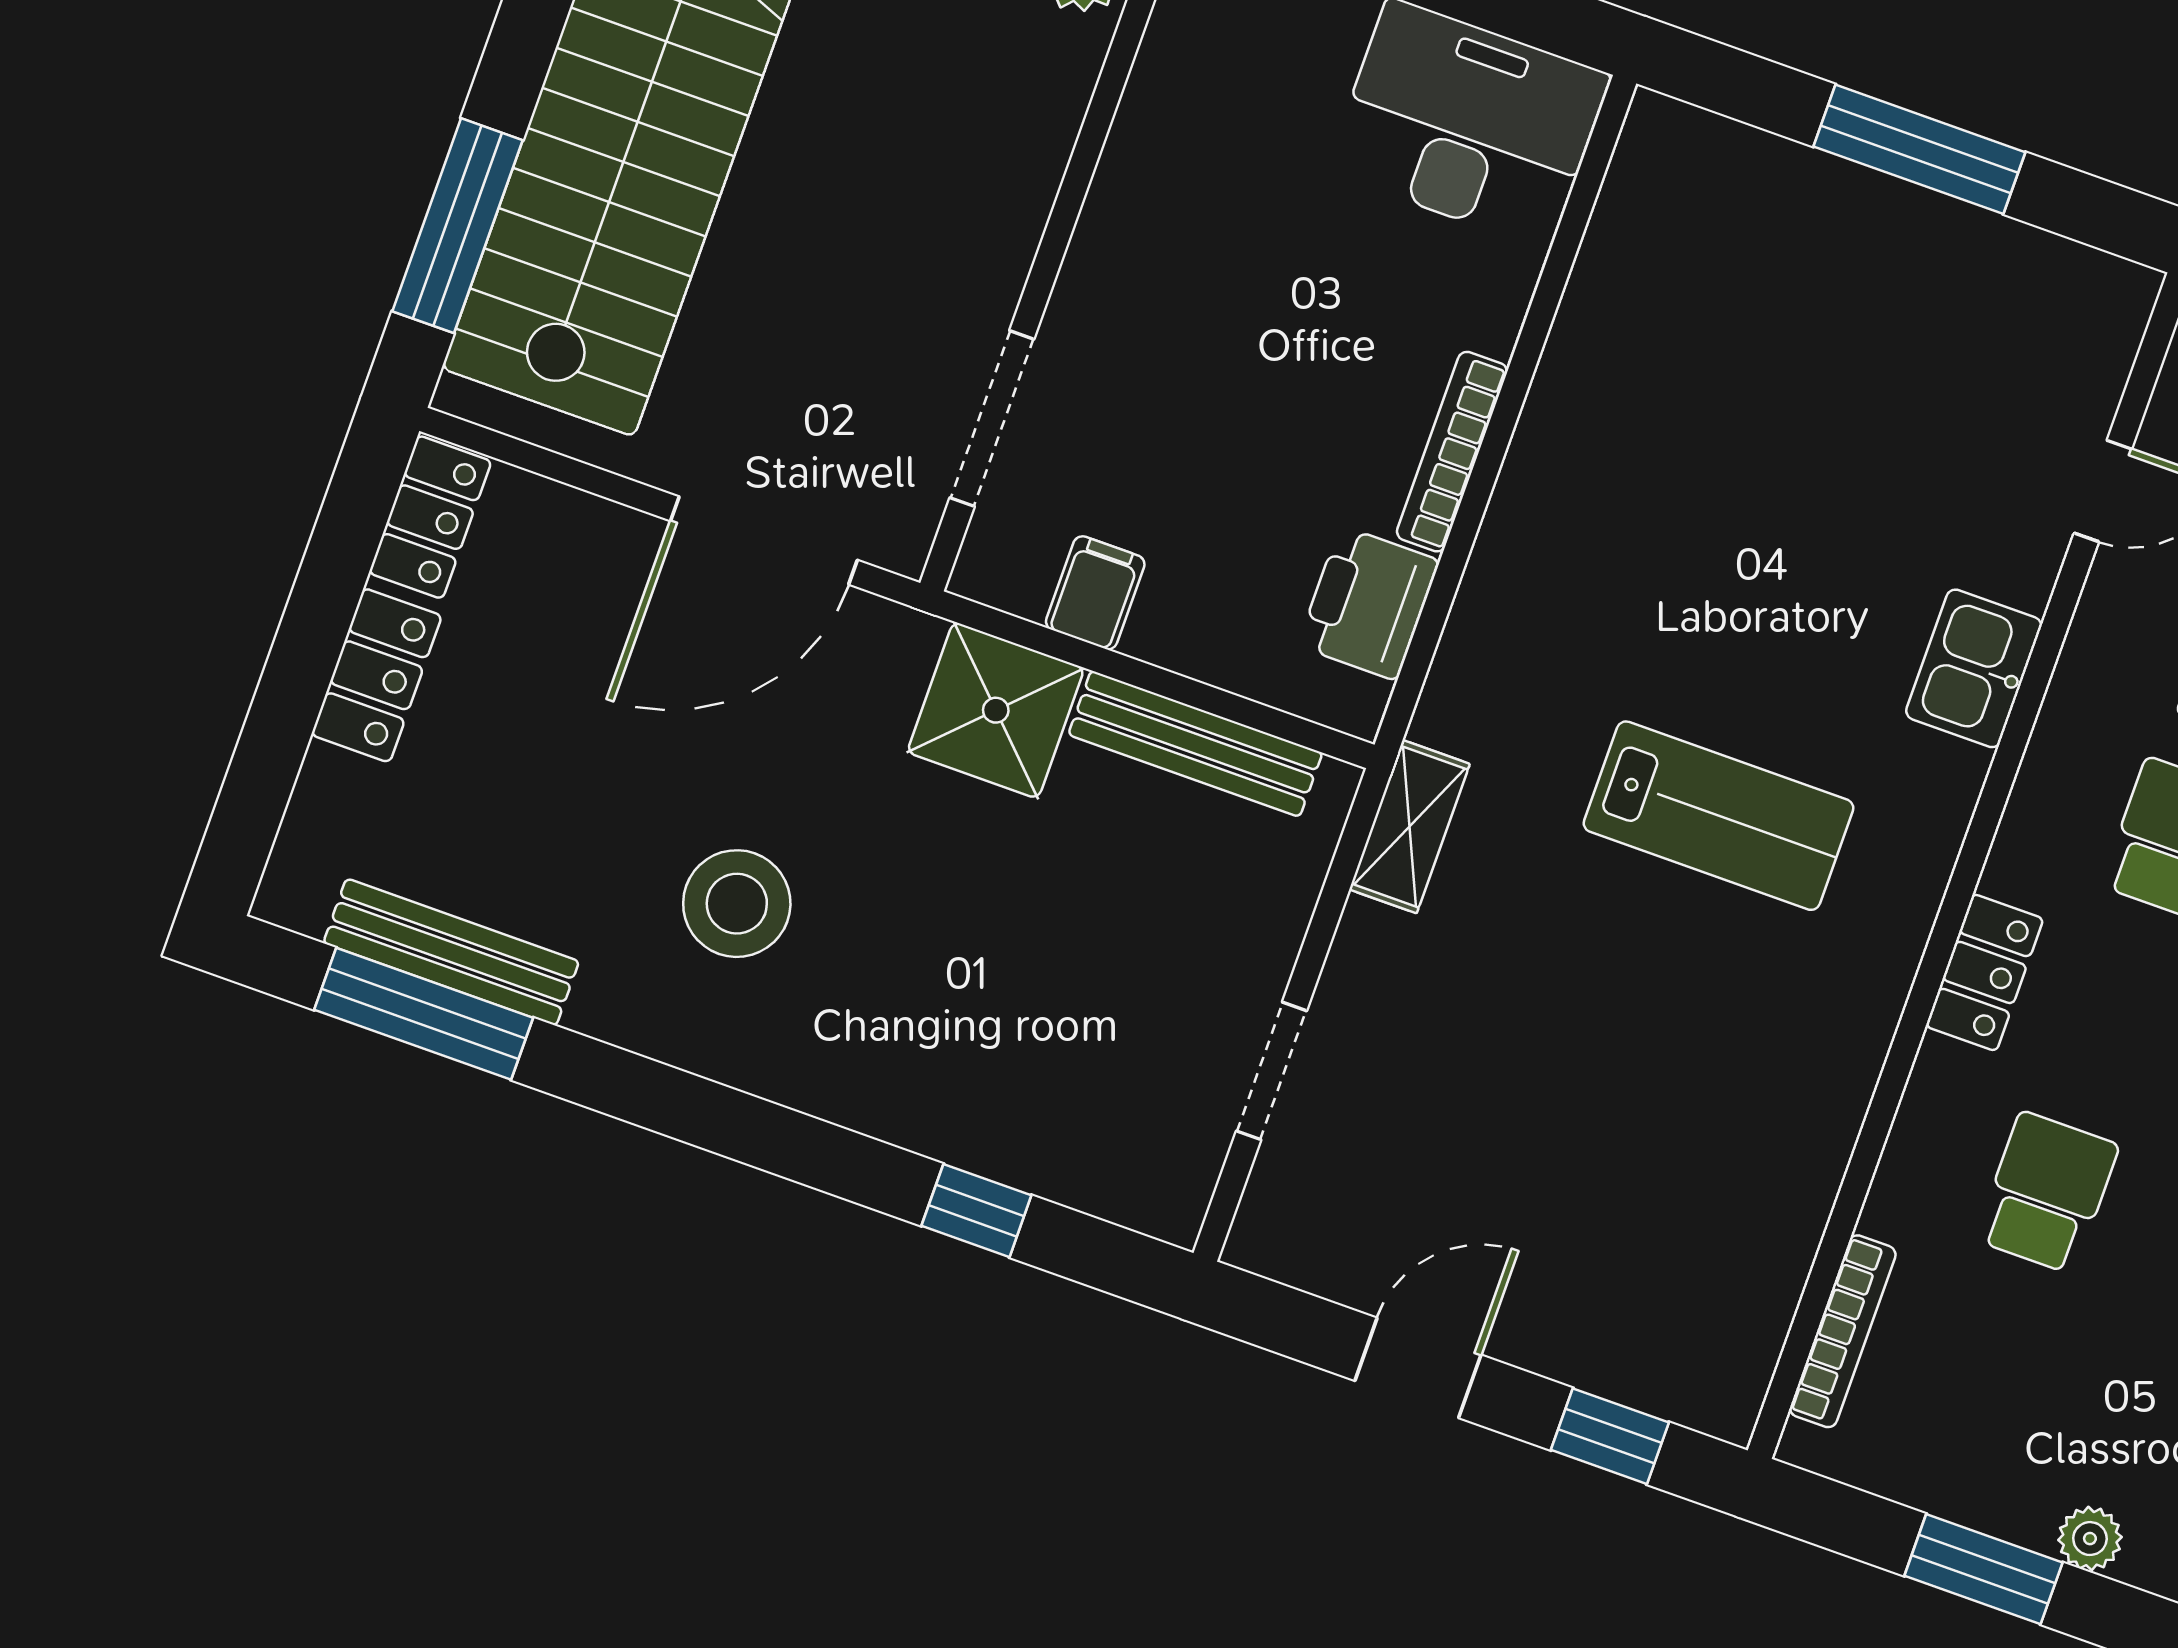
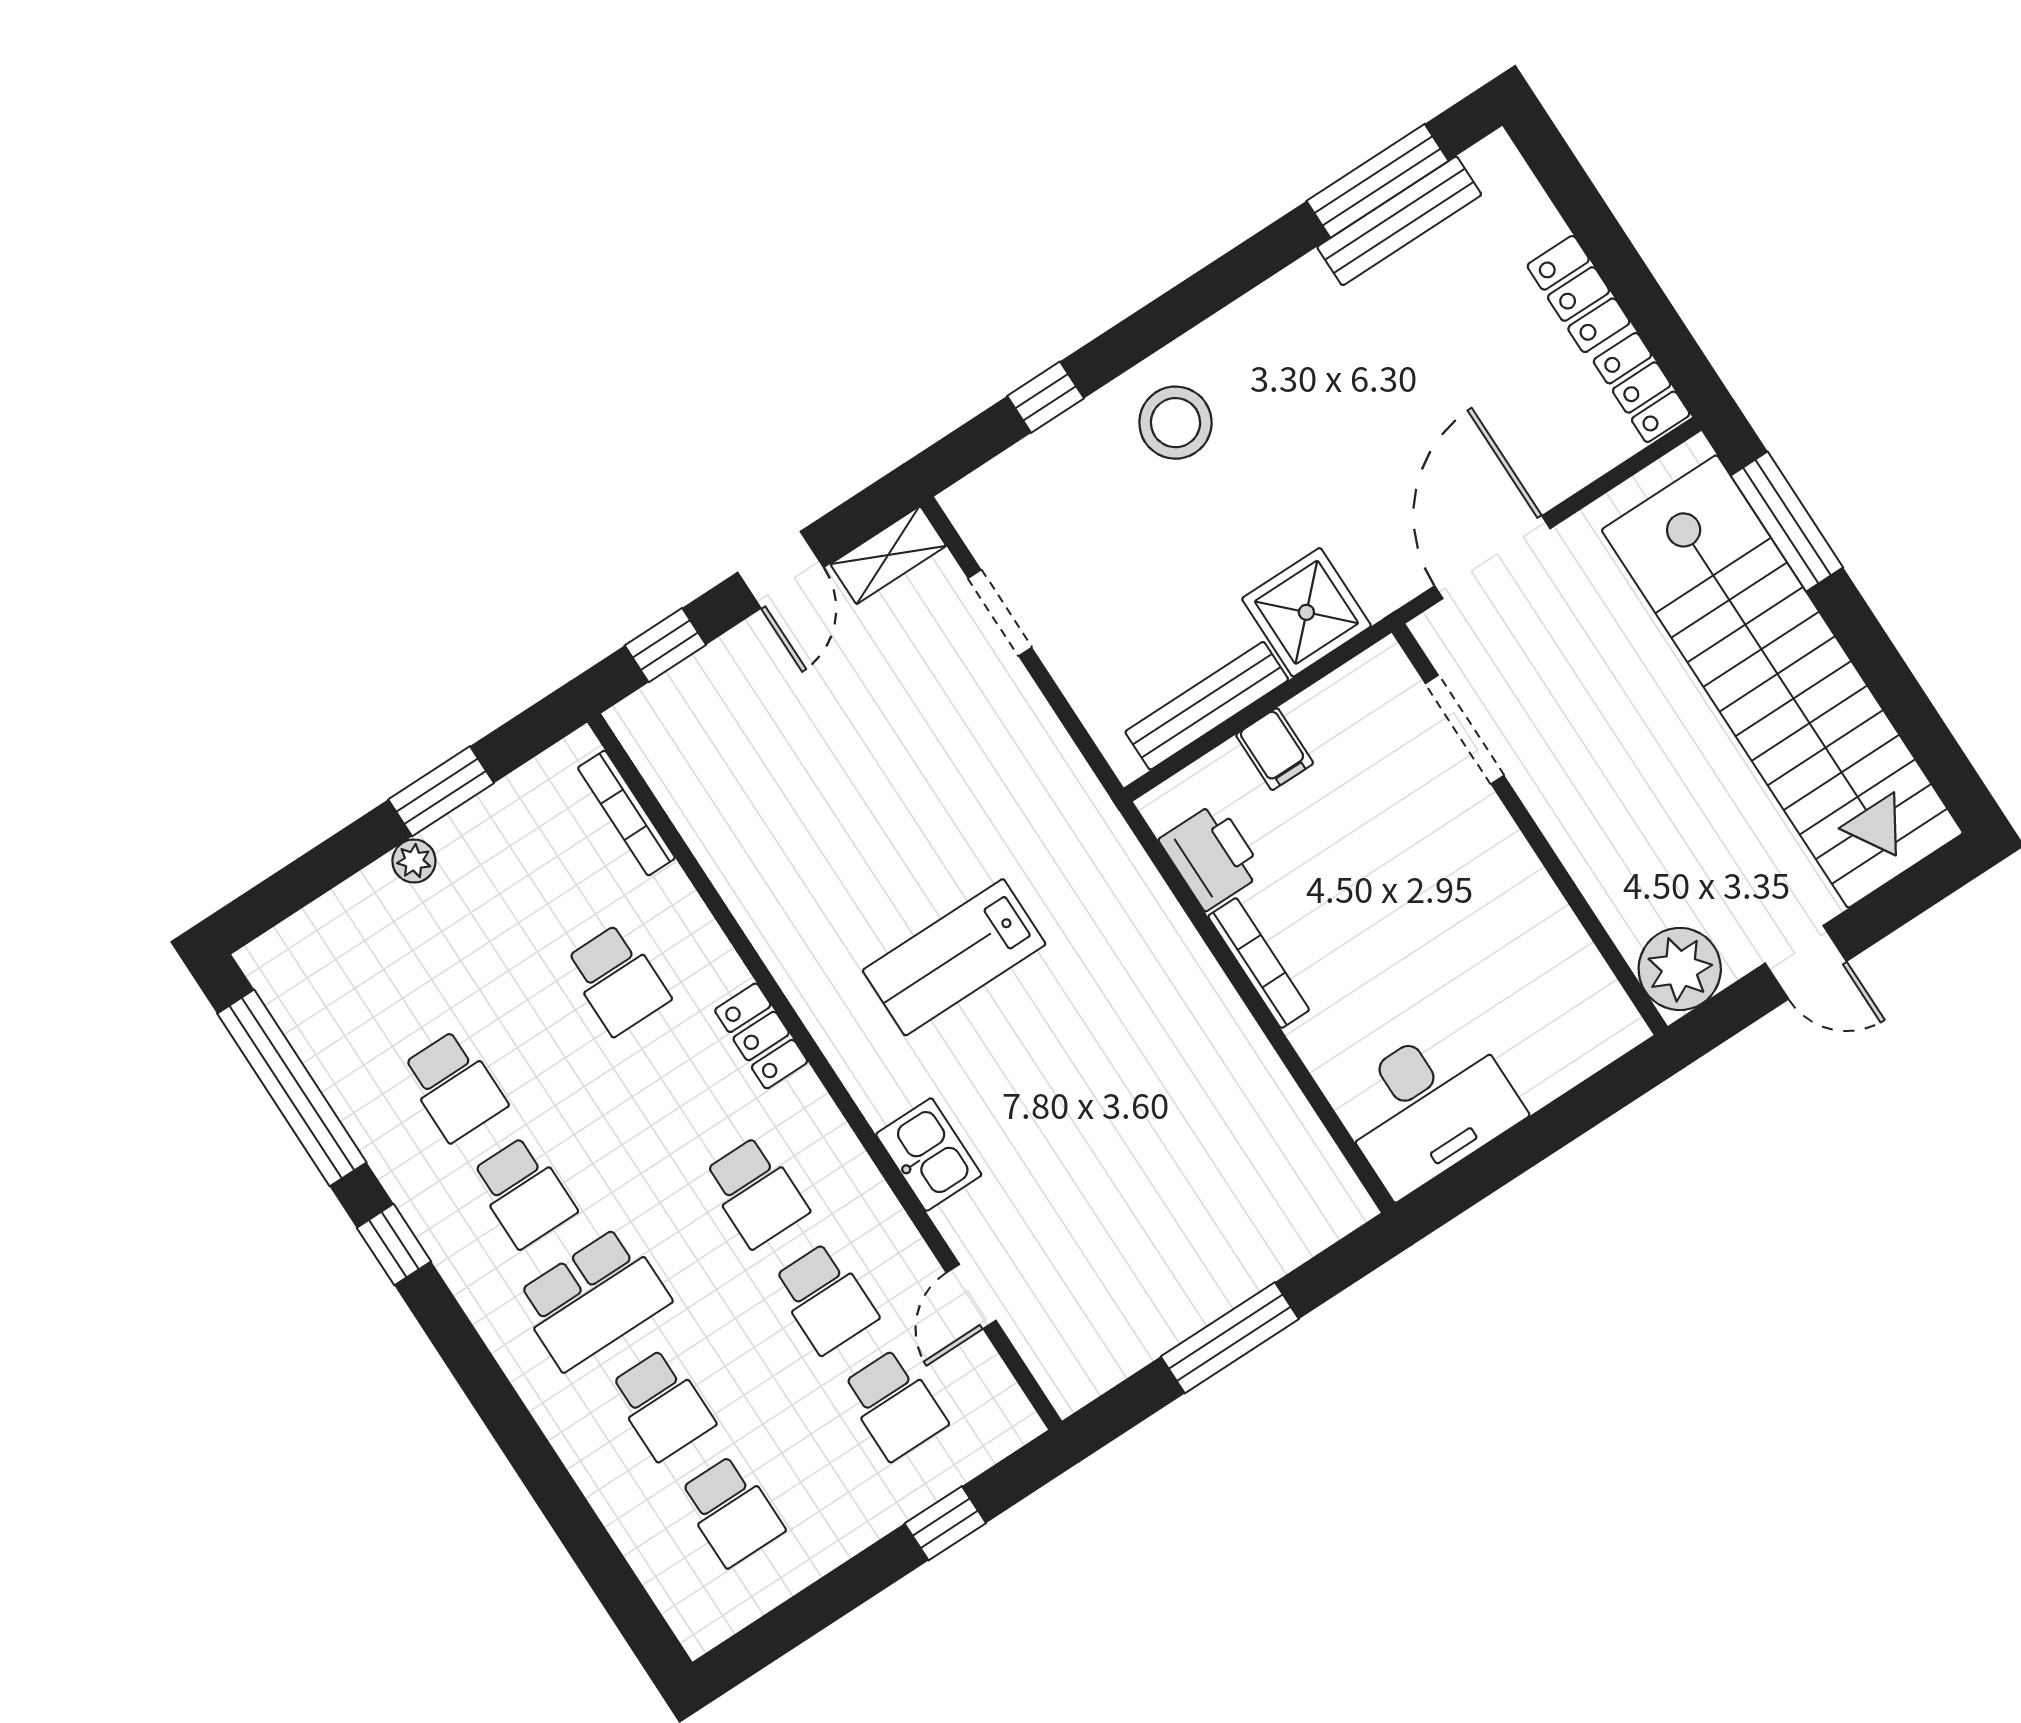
filing cabinet: (1095, 593) -> (1275, 749), moved
shelving: (1410, 827) -> (888, 555), moved, turned 90
stool: (737, 904) -> (1175, 423), moved

